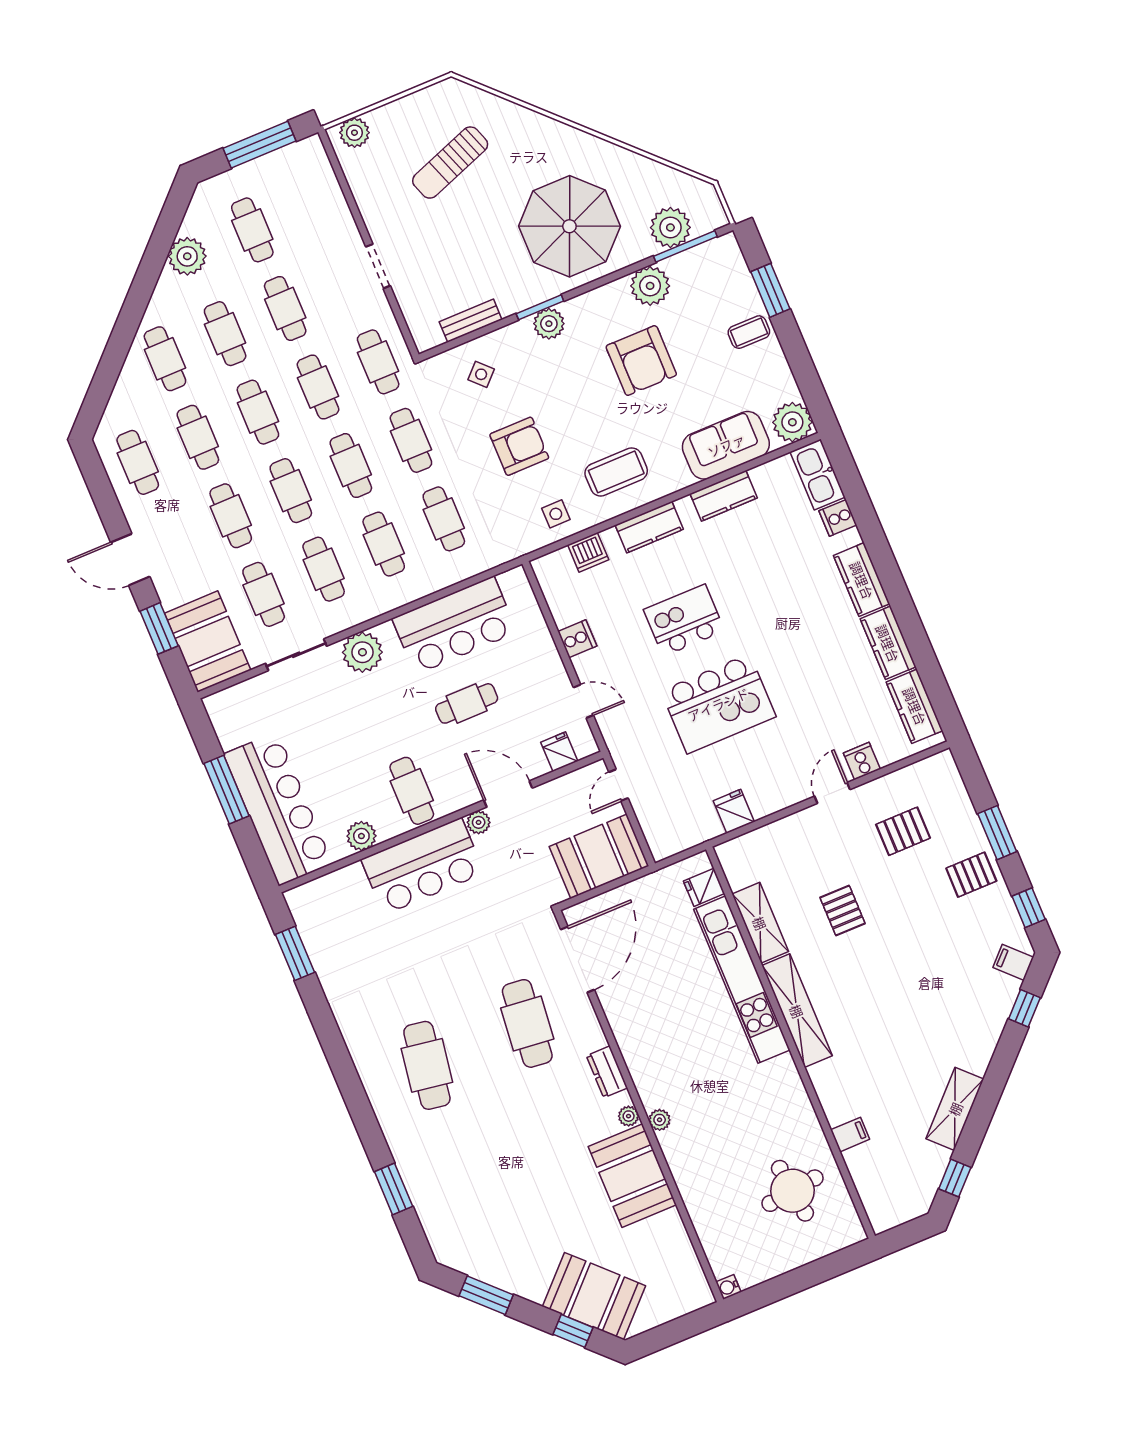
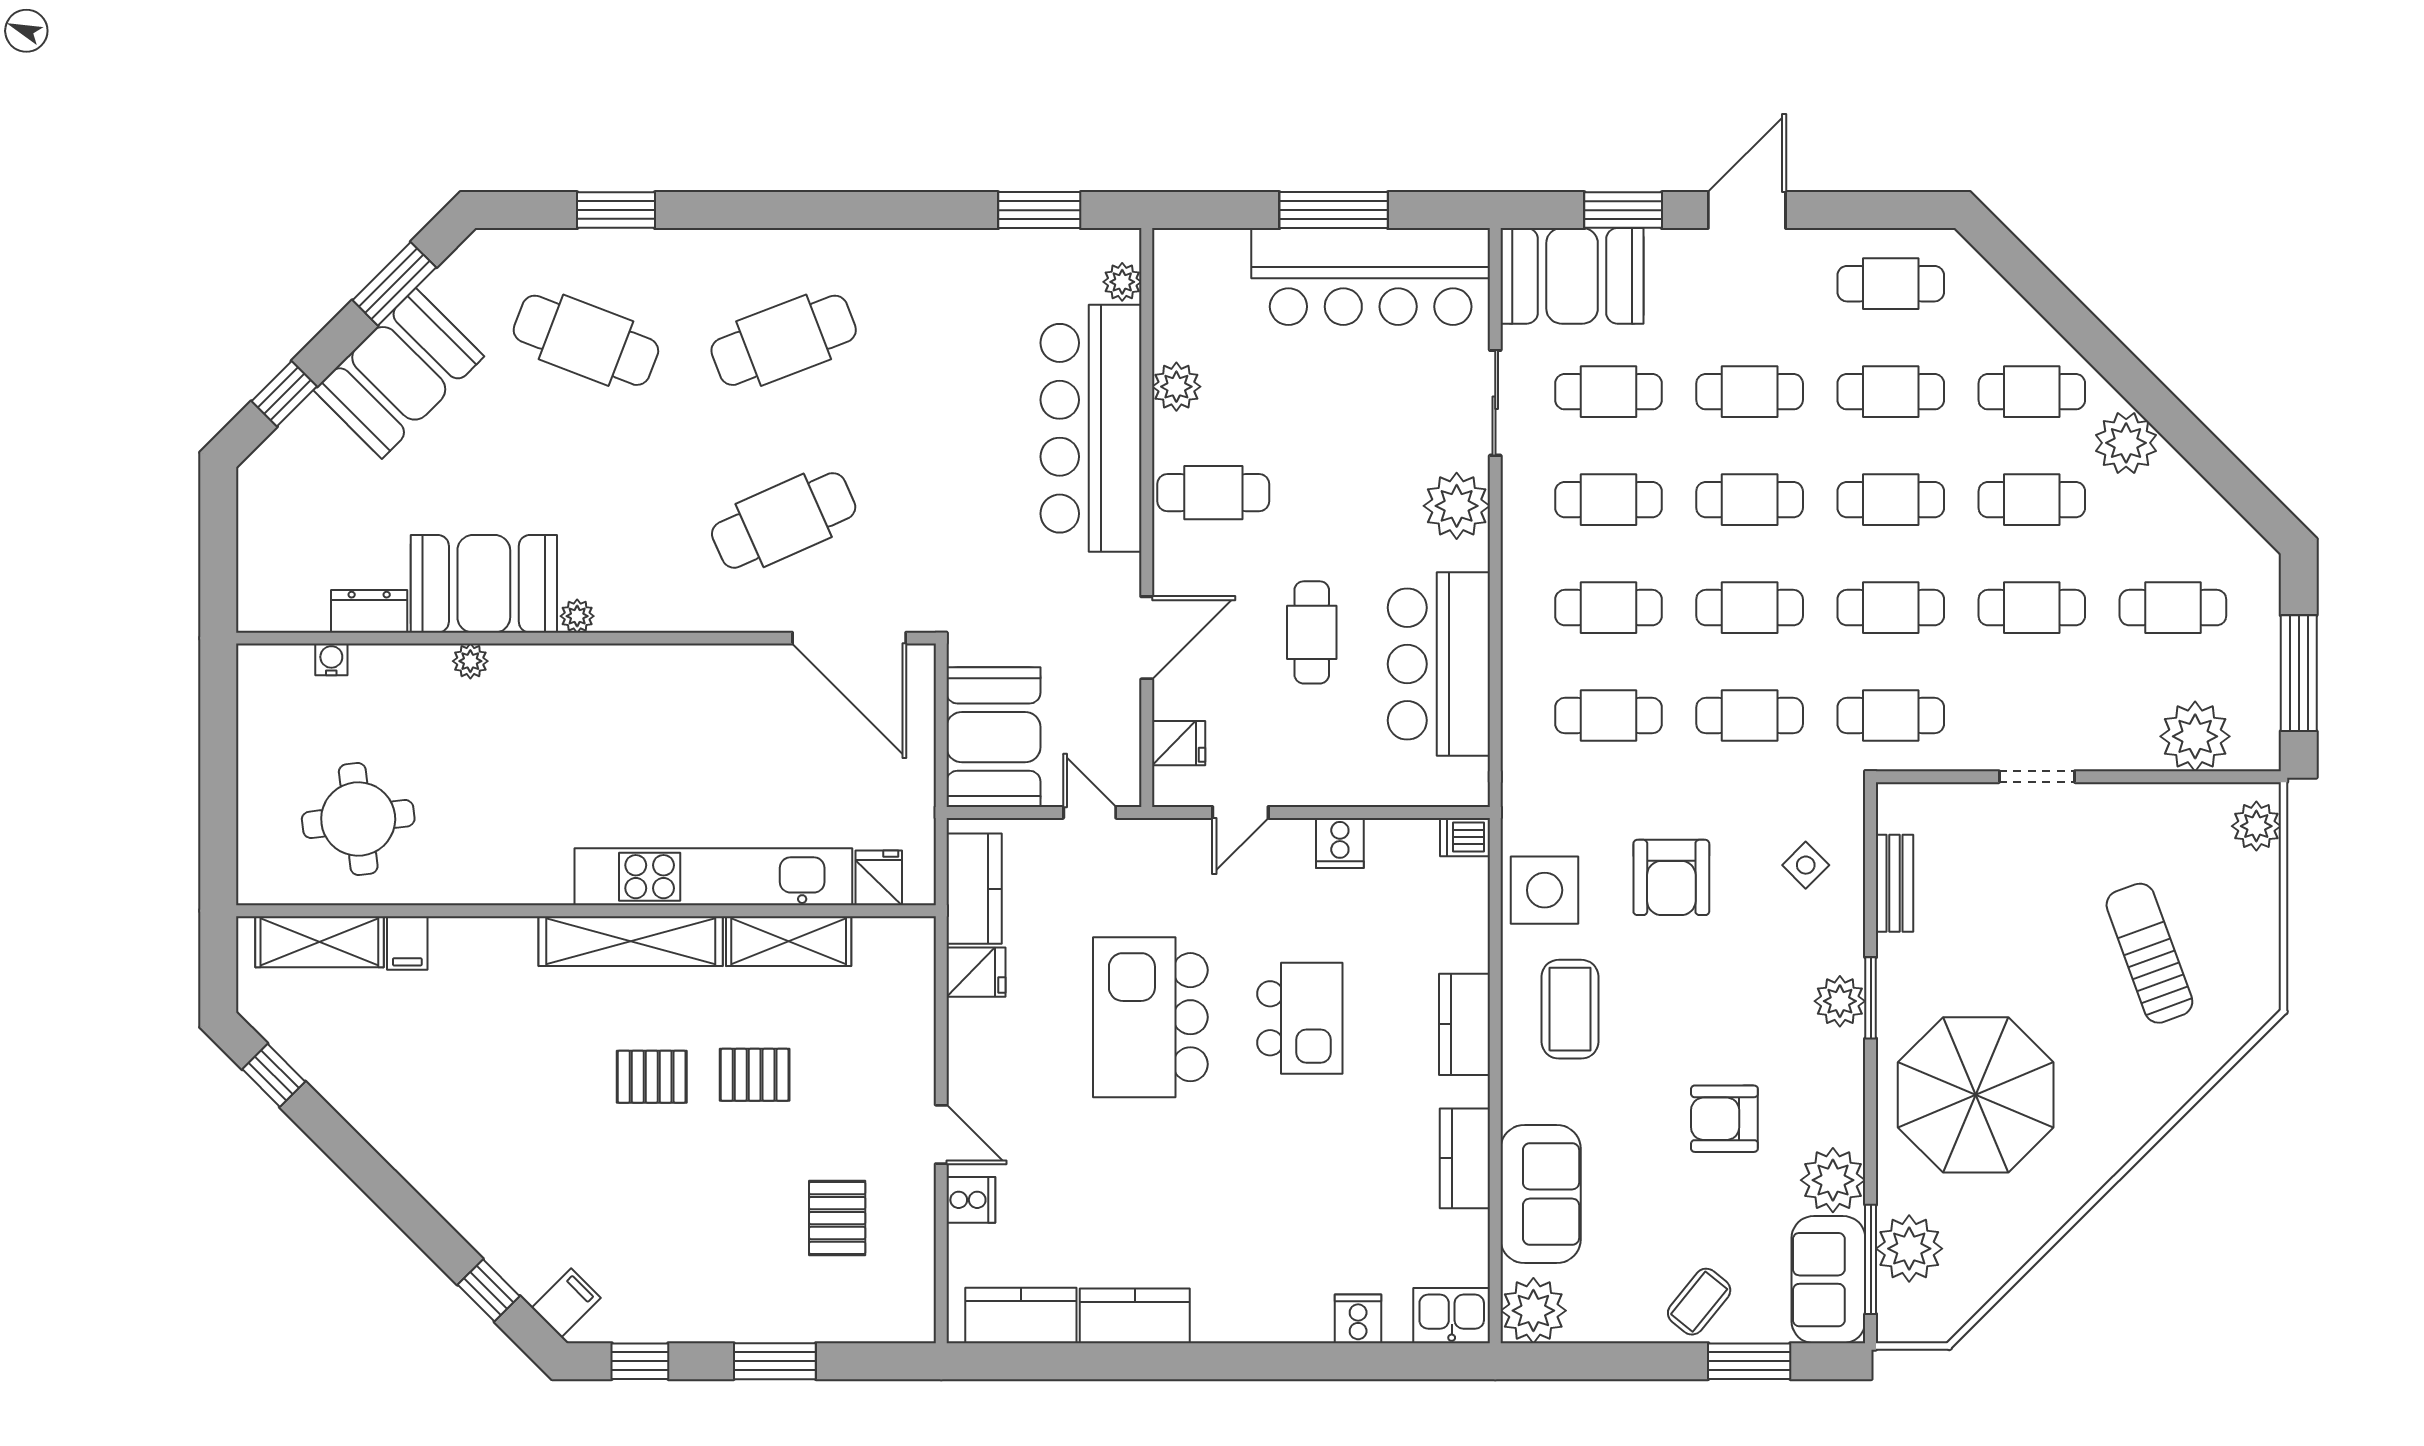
plant: (319, 188) -> (2195, 736), added
plant: (187, 256) -> (2126, 443), moved
sofa: (707, 265) -> (1828, 1280), added
coffee table: (749, 332) -> (1699, 1302), turned 39
armchair: (641, 361) -> (1724, 1119), width x0.73, depth x0.73
kitchen sink: (818, 474) -> (1452, 1316), width x0.73
side table: (556, 514) -> (1545, 890), width x1.87, depth x1.87
dishwasher: (588, 552) -> (1465, 837), moved, width x0.73
kitchen counter: (862, 580) -> (974, 889), moved, turned 90
bar counter: (278, 809) -> (1371, 276), moved
plant: (479, 822) -> (1122, 282), moved
bar counter: (423, 866) -> (1091, 428), width x1.36
pallet: (971, 875) -> (652, 1077), moved, turned 90
cafe table: (527, 1023) -> (784, 520), turned -30
cafe table: (427, 1065) -> (784, 340), turned -30
dresser: (607, 1072) -> (369, 611), moved
shelving: (955, 1109) -> (319, 942), moved, turned -45
plant: (660, 1120) -> (470, 661), moved
cafe table: (473, 1175) -> (586, 340), added
water cooler: (728, 1287) -> (331, 659), moved
booth: (594, 1296) -> (399, 373), moved

